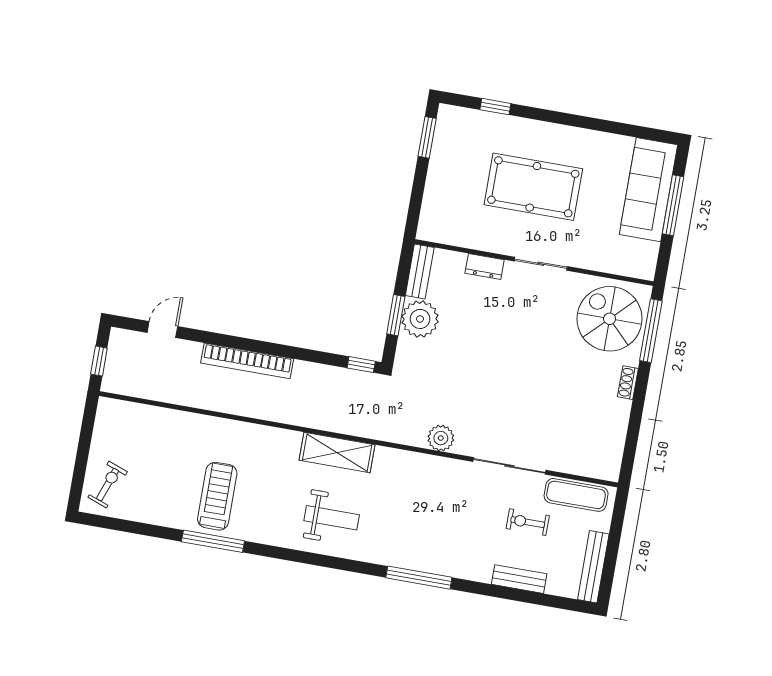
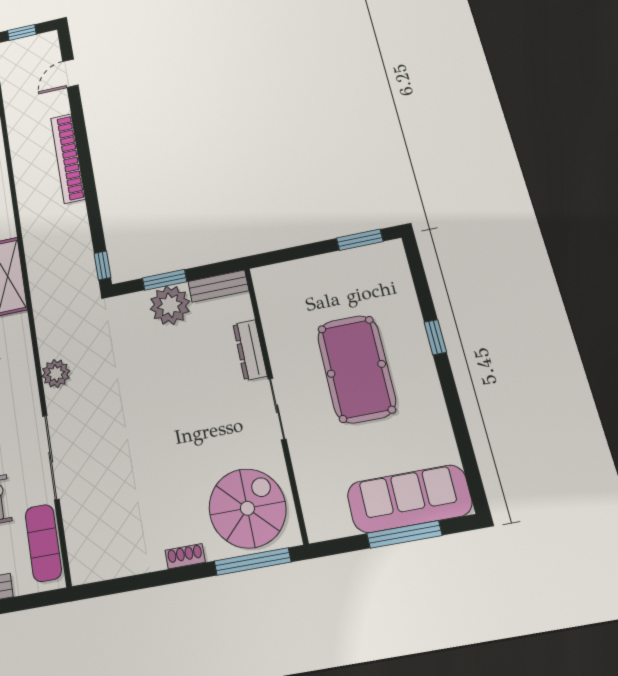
window: (495, 107) -> (435, 337), moved
dresser: (485, 267) -> (250, 350), width x1.44
door: (162, 330) -> (70, 73), swing flipped

